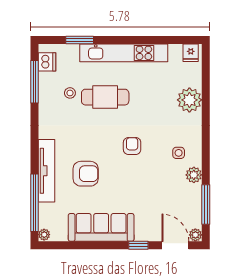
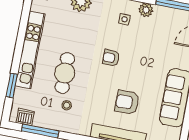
stool: (70, 93) -> (67, 105), moved
armchair: (86, 174) -> (127, 102), turned -90

